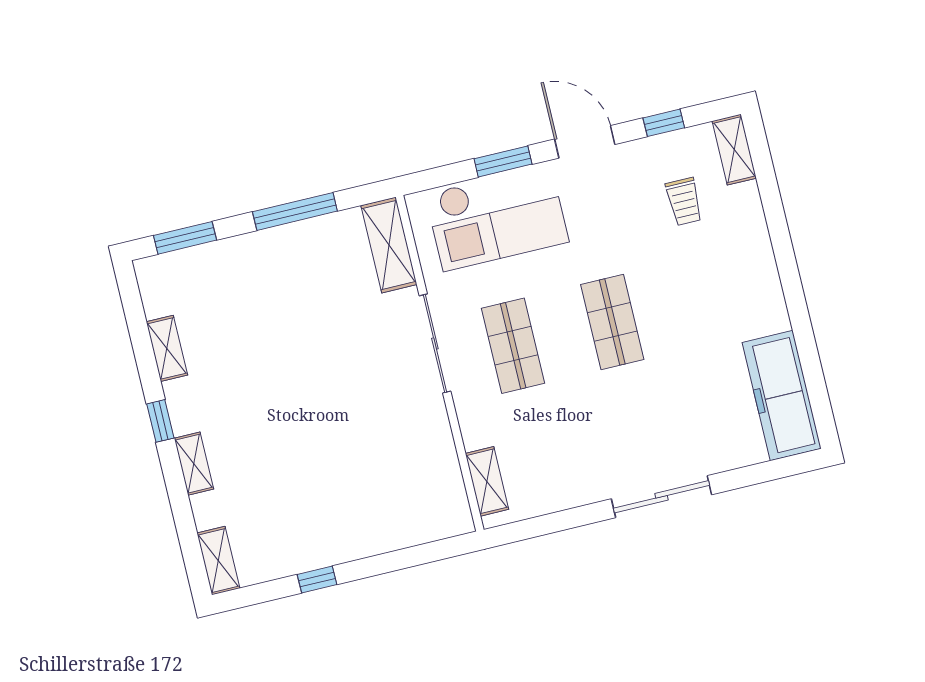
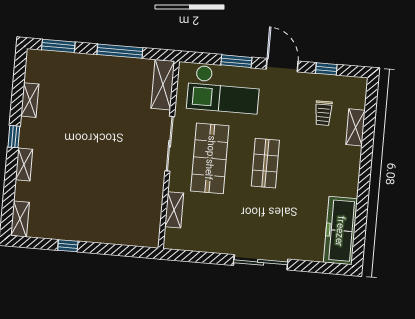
shelving: (734, 150) -> (355, 127), moved
shop shelf: (513, 346) -> (210, 158), width x1.43, depth x1.36
shelving: (487, 481) -> (174, 210), moved

